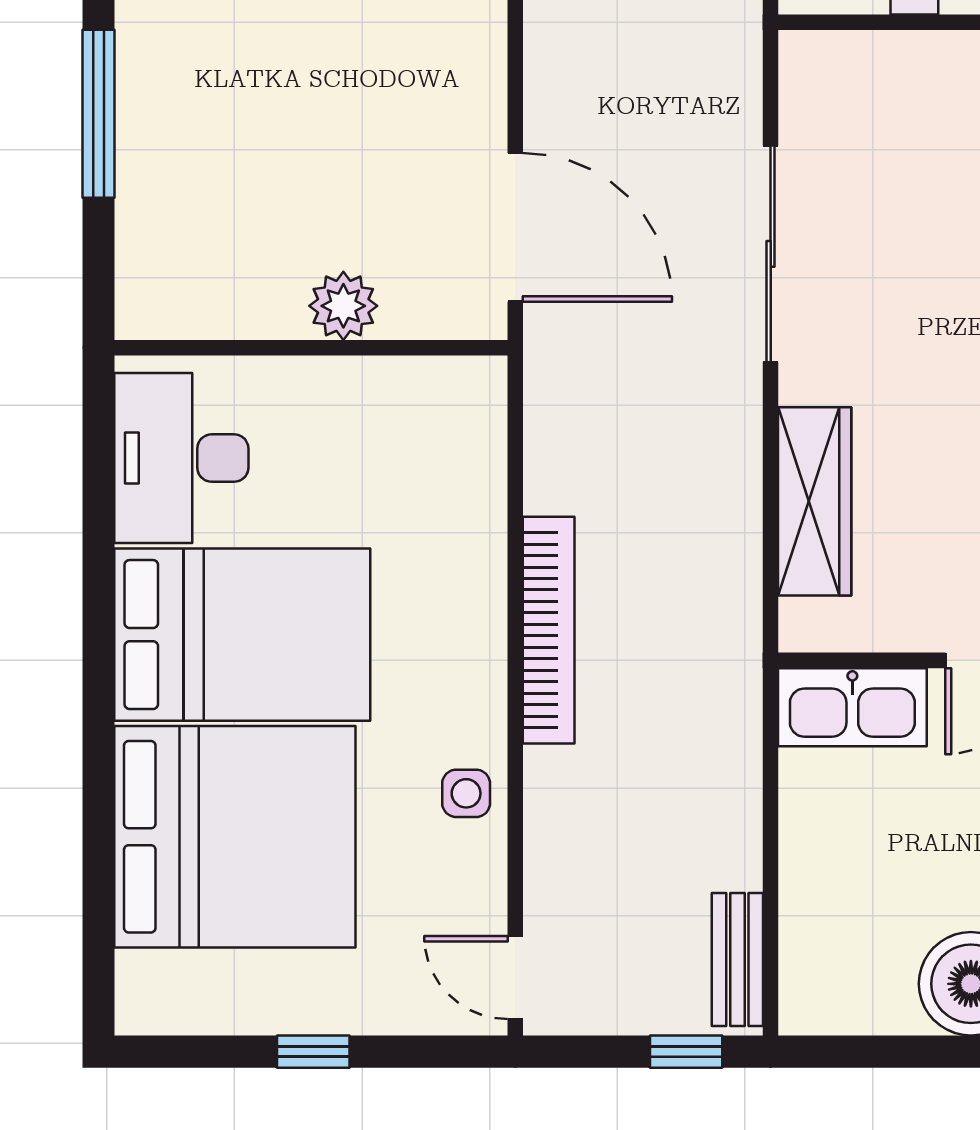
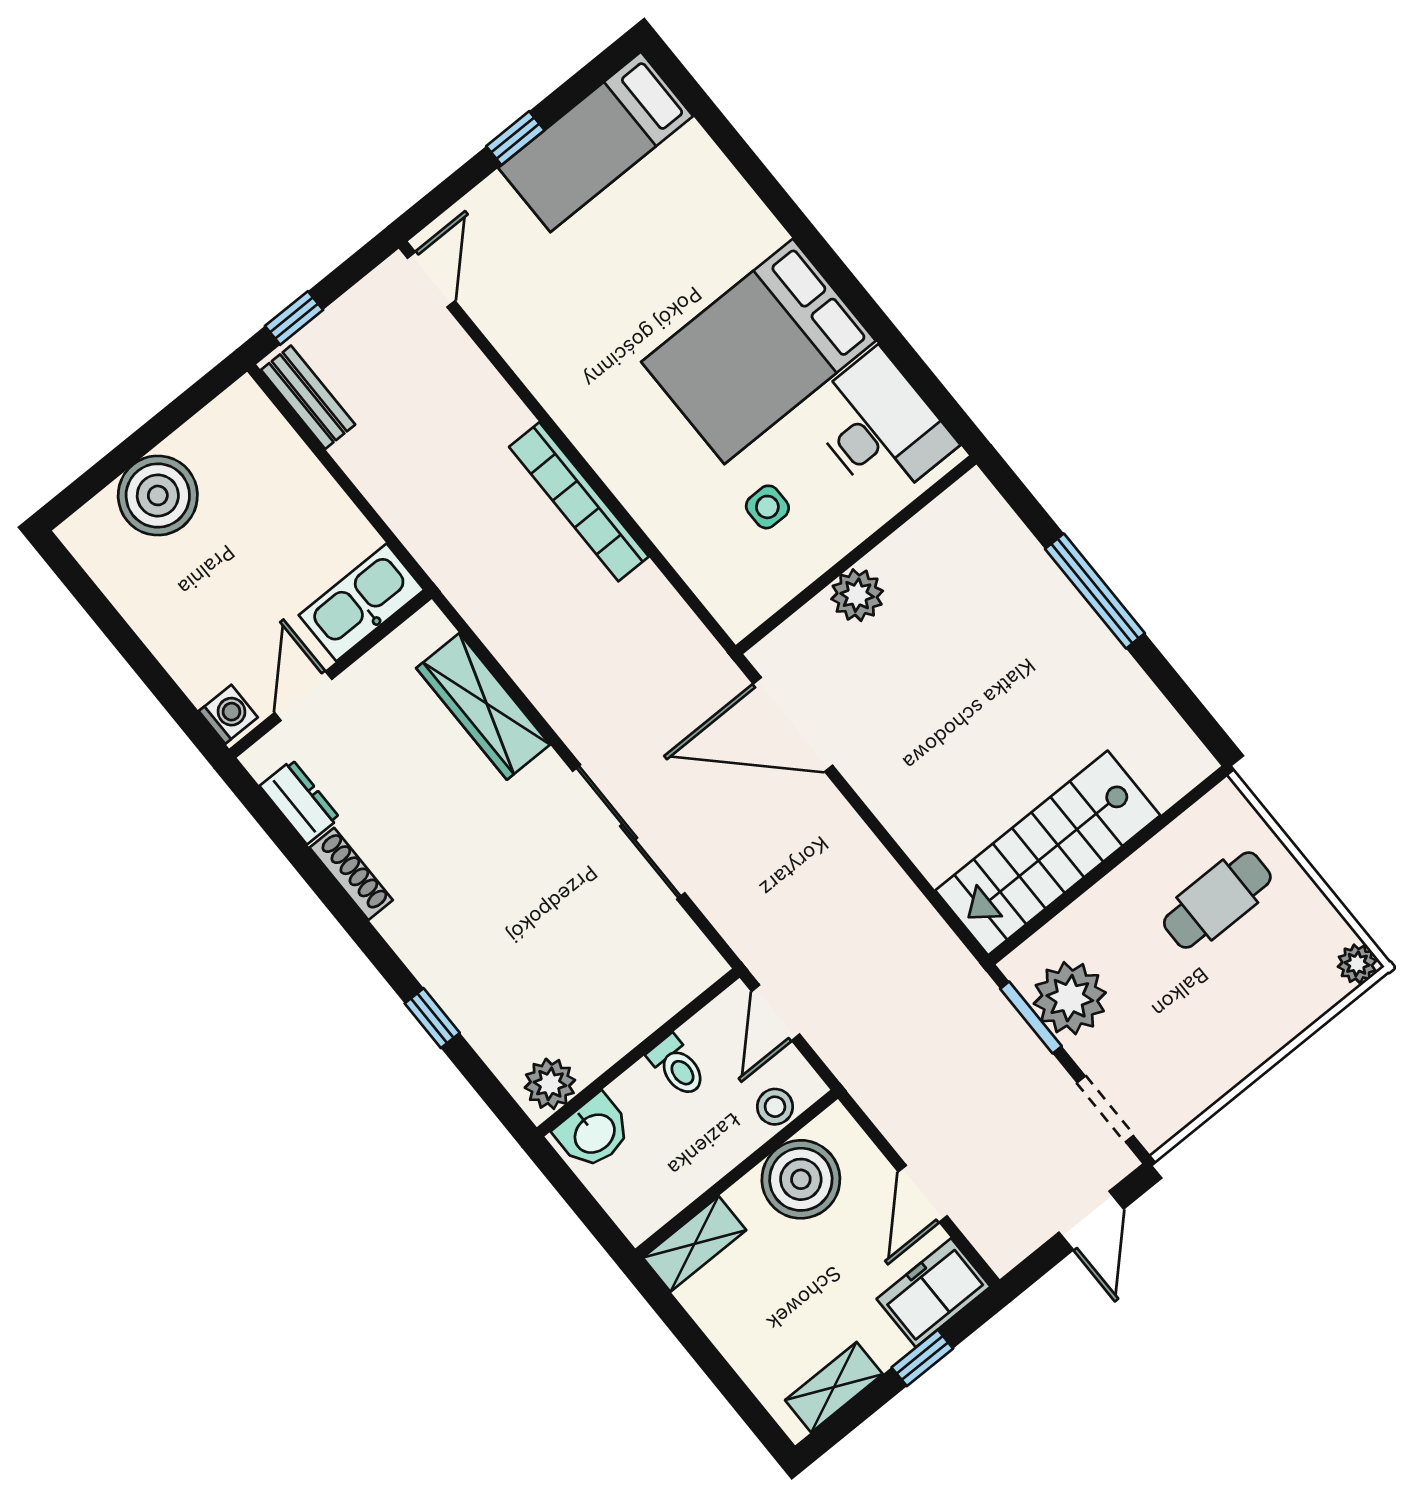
side table: (466, 793) -> (767, 507), moved
bed: (235, 837) -> (596, 142), moved, width x0.49
door: (515, 977) -> (431, 280), hinge flipped

